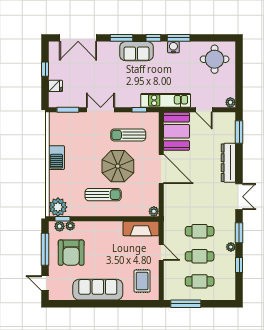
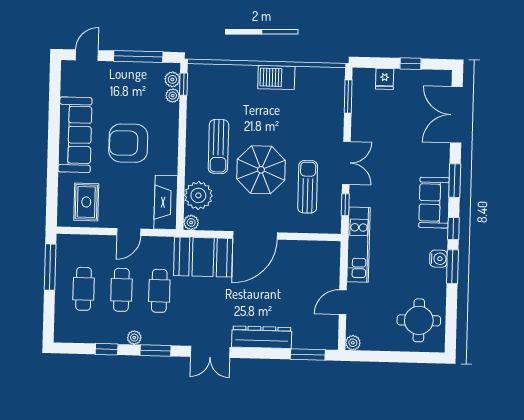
double door: (101, 110) -> (346, 163), moved
booth: (176, 131) -> (203, 257), moved
plant: (58, 207) -> (198, 195), moved
armchair: (71, 253) -> (128, 143), moved
rug: (142, 281) -> (86, 202), turned 90

